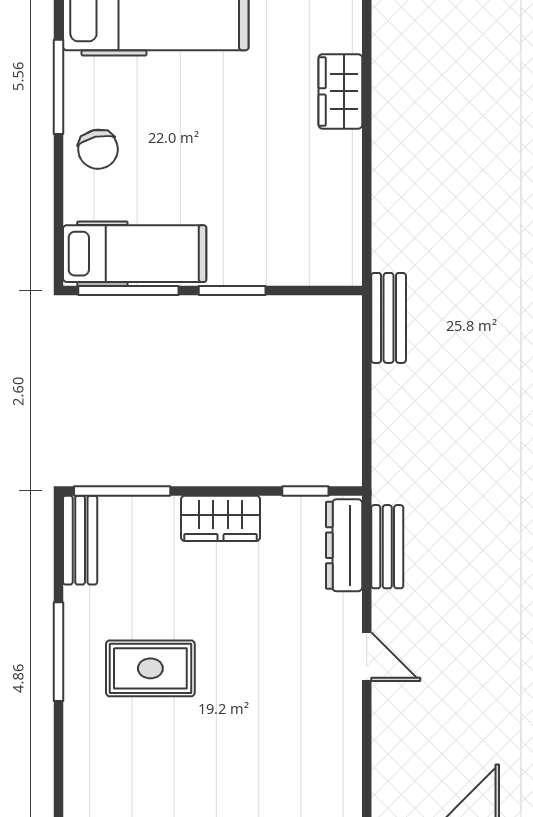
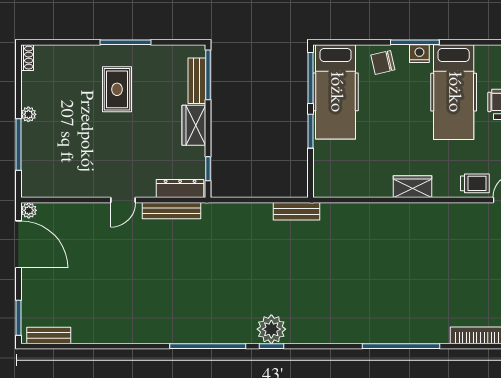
nightstand: (81, 78) -> (419, 54), added
hospital bed: (135, 254) -> (336, 92), width x1.37, depth x1.29
bench: (80, 540) -> (197, 81), moved, turned 90
bench: (387, 547) -> (172, 211), width x1.36

